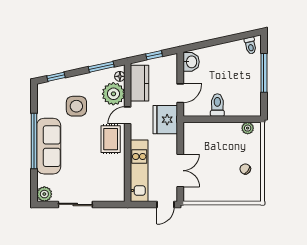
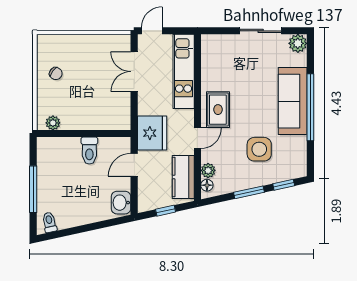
window: (101, 67) -> (249, 192), moved
plant: (113, 94) -> (208, 170), width x0.53, depth x0.53

